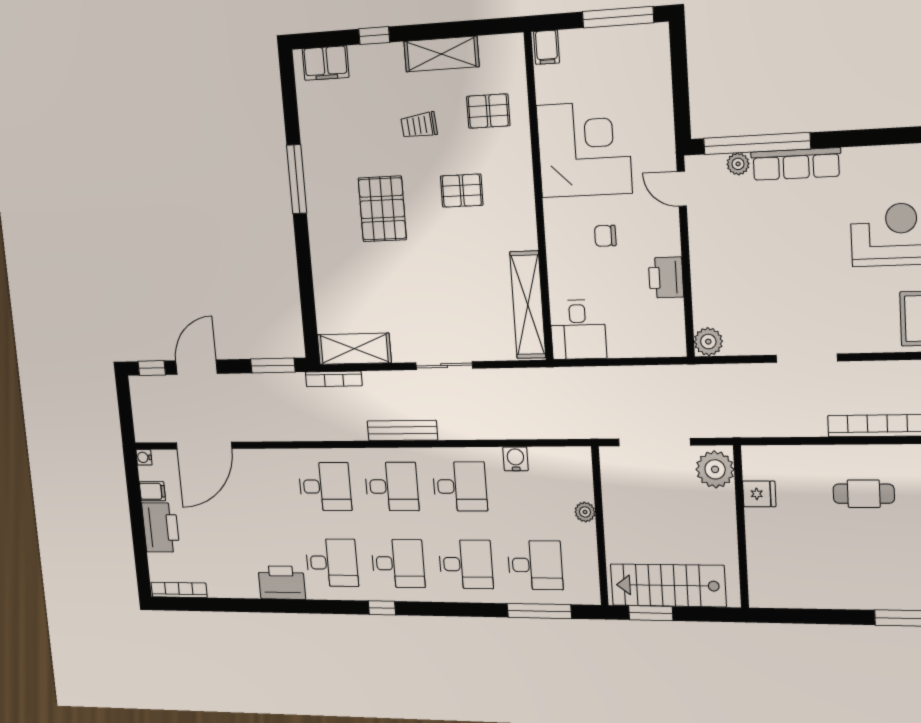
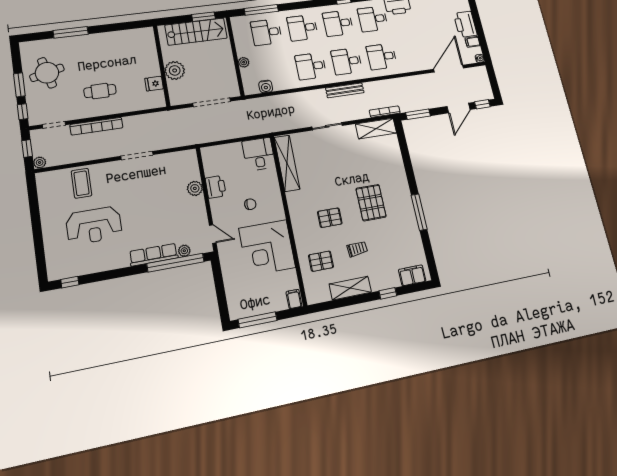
plant: (708, 342) -> (195, 188), moved
water cooler: (516, 459) -> (266, 87), moved
plant: (715, 469) -> (175, 70), moved

